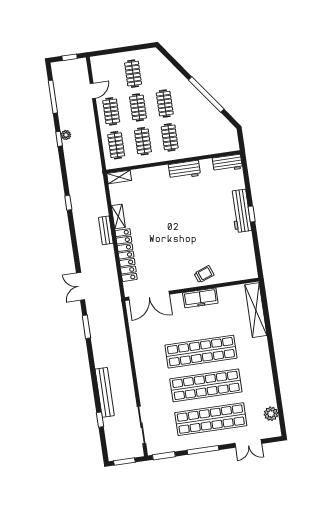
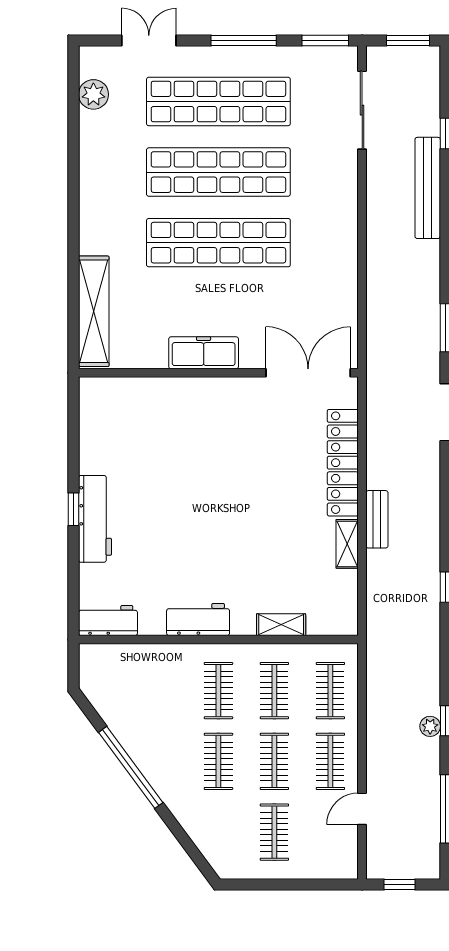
shelving: (119, 177) -> (281, 625), moved
trolley: (204, 274) -> (189, 400), removed

